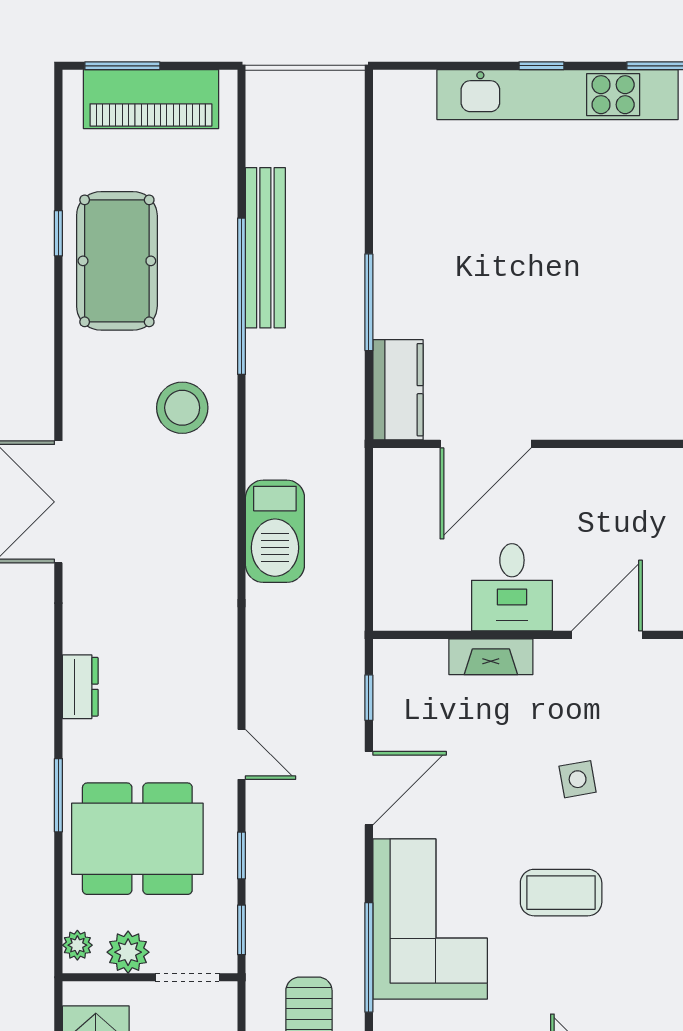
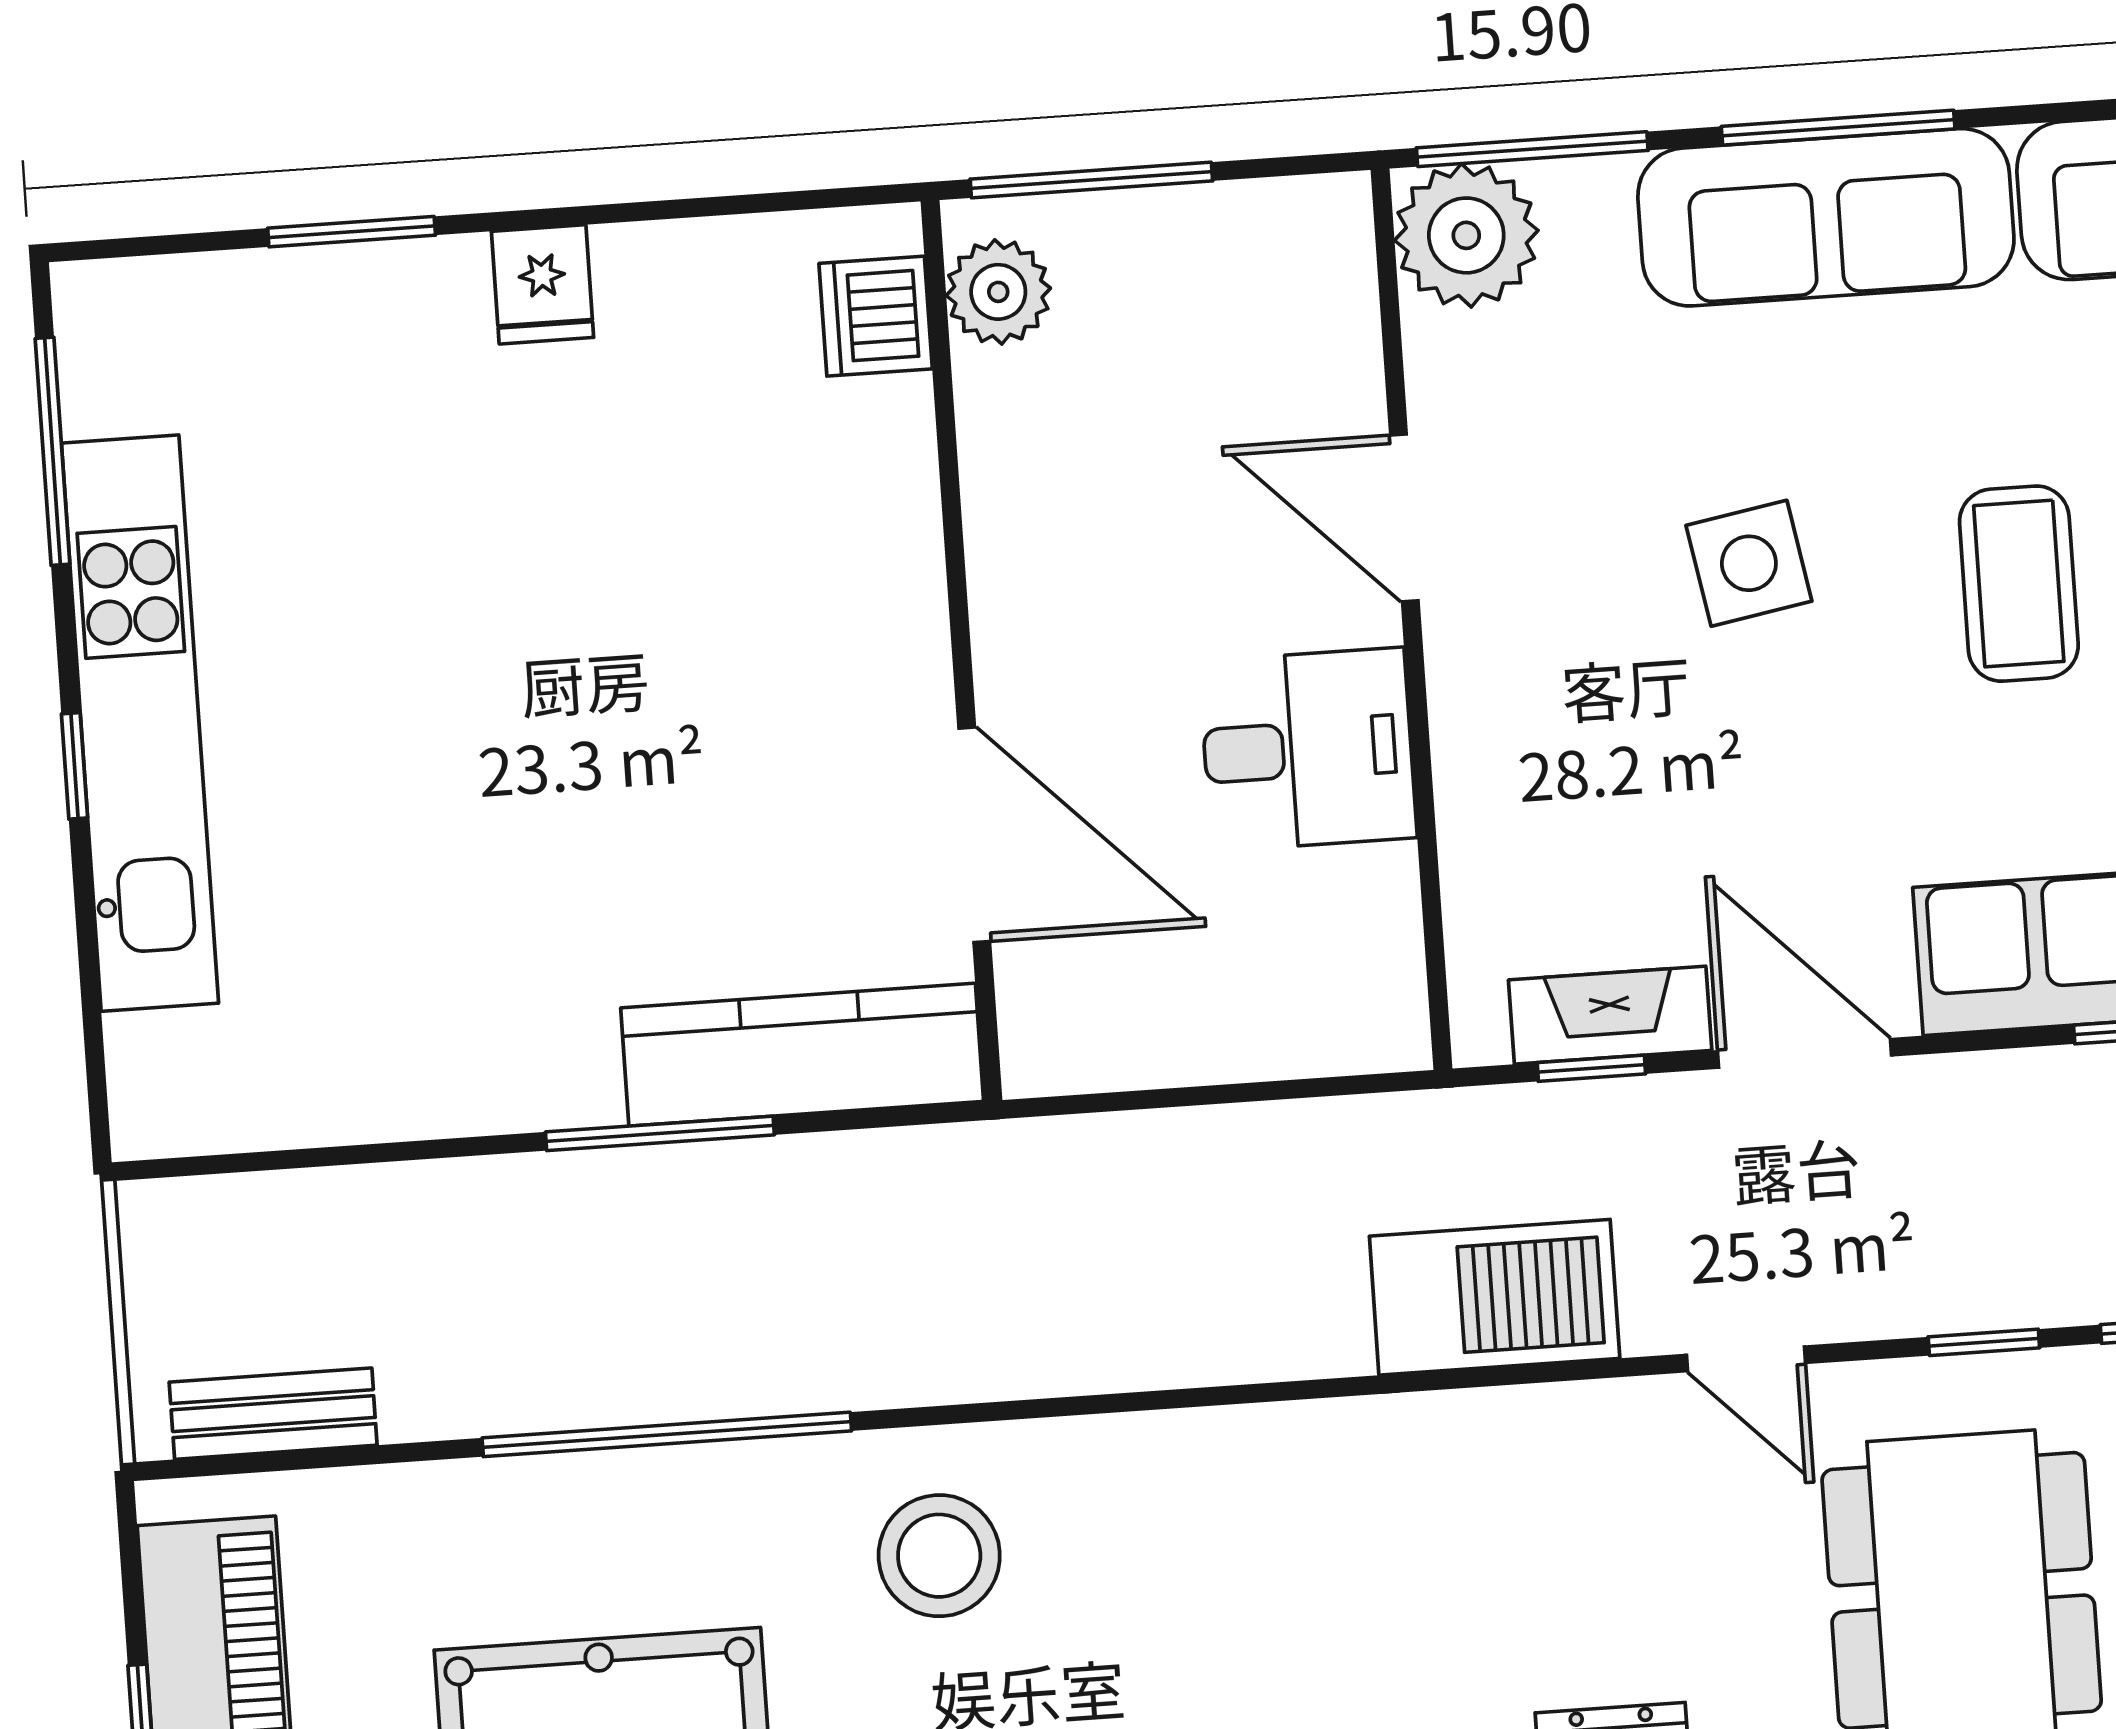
bench: (265, 248) -> (273, 1414), moved, width x0.54, depth x0.82
kitchen counter: (398, 390) -> (802, 1055), width x1.50
barbecue: (275, 531) -> (1495, 1297), moved
fireplace: (491, 657) -> (1610, 1015), moved, turned -90
door: (242, 754) -> (1746, 1359), swing flipped
side table: (578, 779) -> (1749, 563), width x1.37, depth x1.37

